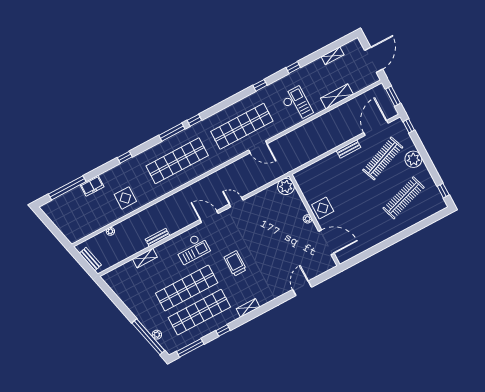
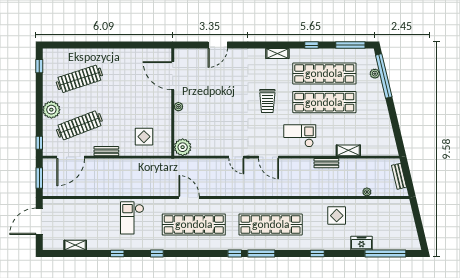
shelving: (337, 96) -> (91, 205), removed
display table: (323, 208) -> (144, 137), moved

